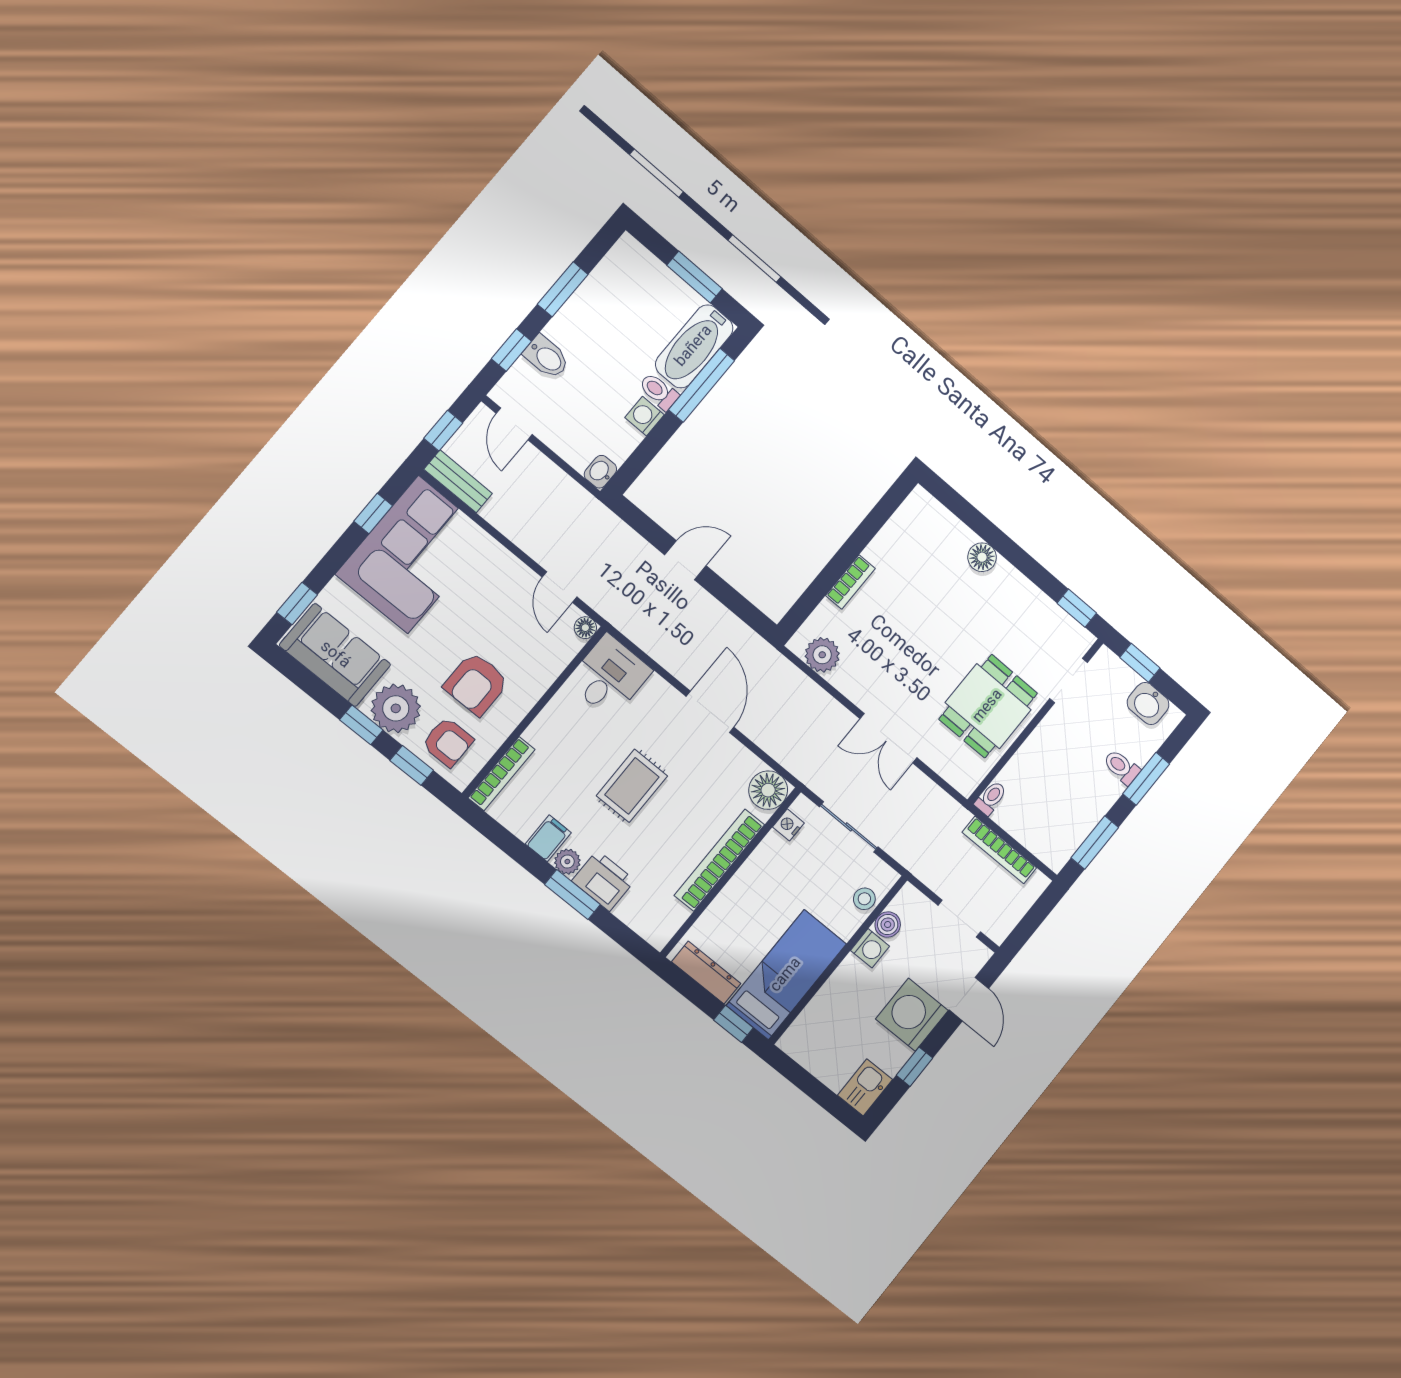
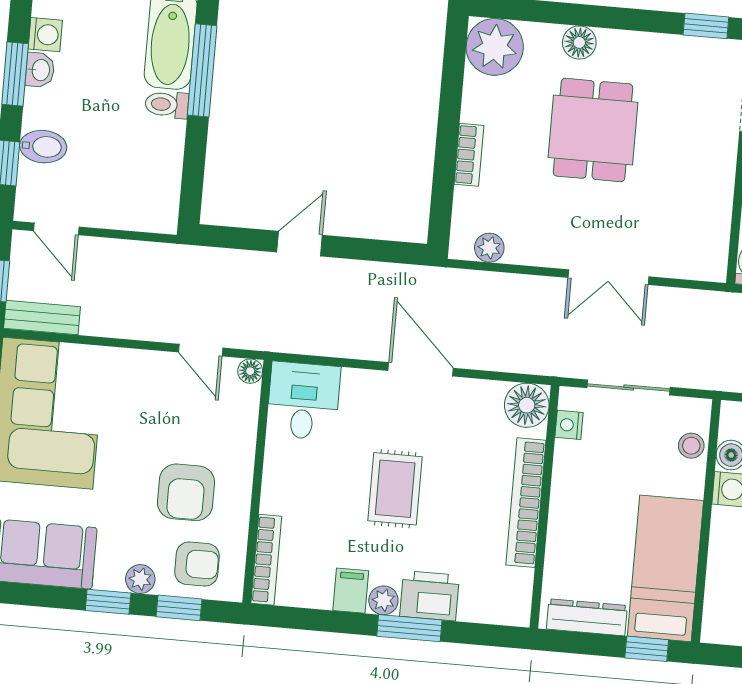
washing machine: (644, 416) -> (45, 35), moved, turned 180
washbasin: (600, 472) -> (40, 70), moved, turned 180
plant: (921, 518) -> (495, 47), added
plant: (822, 655) -> (489, 248), width x0.73, depth x0.73
dining table: (988, 706) -> (593, 130), moved
plant: (396, 708) -> (140, 579), width x0.53, depth x0.53

